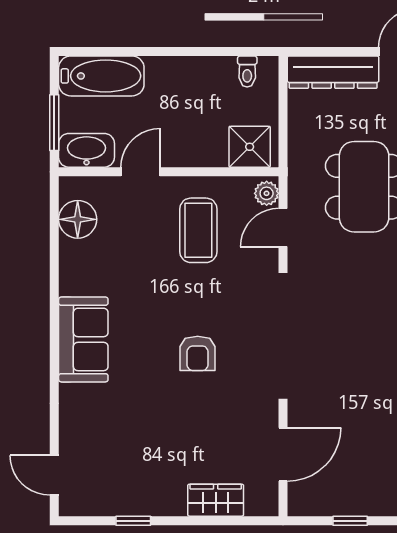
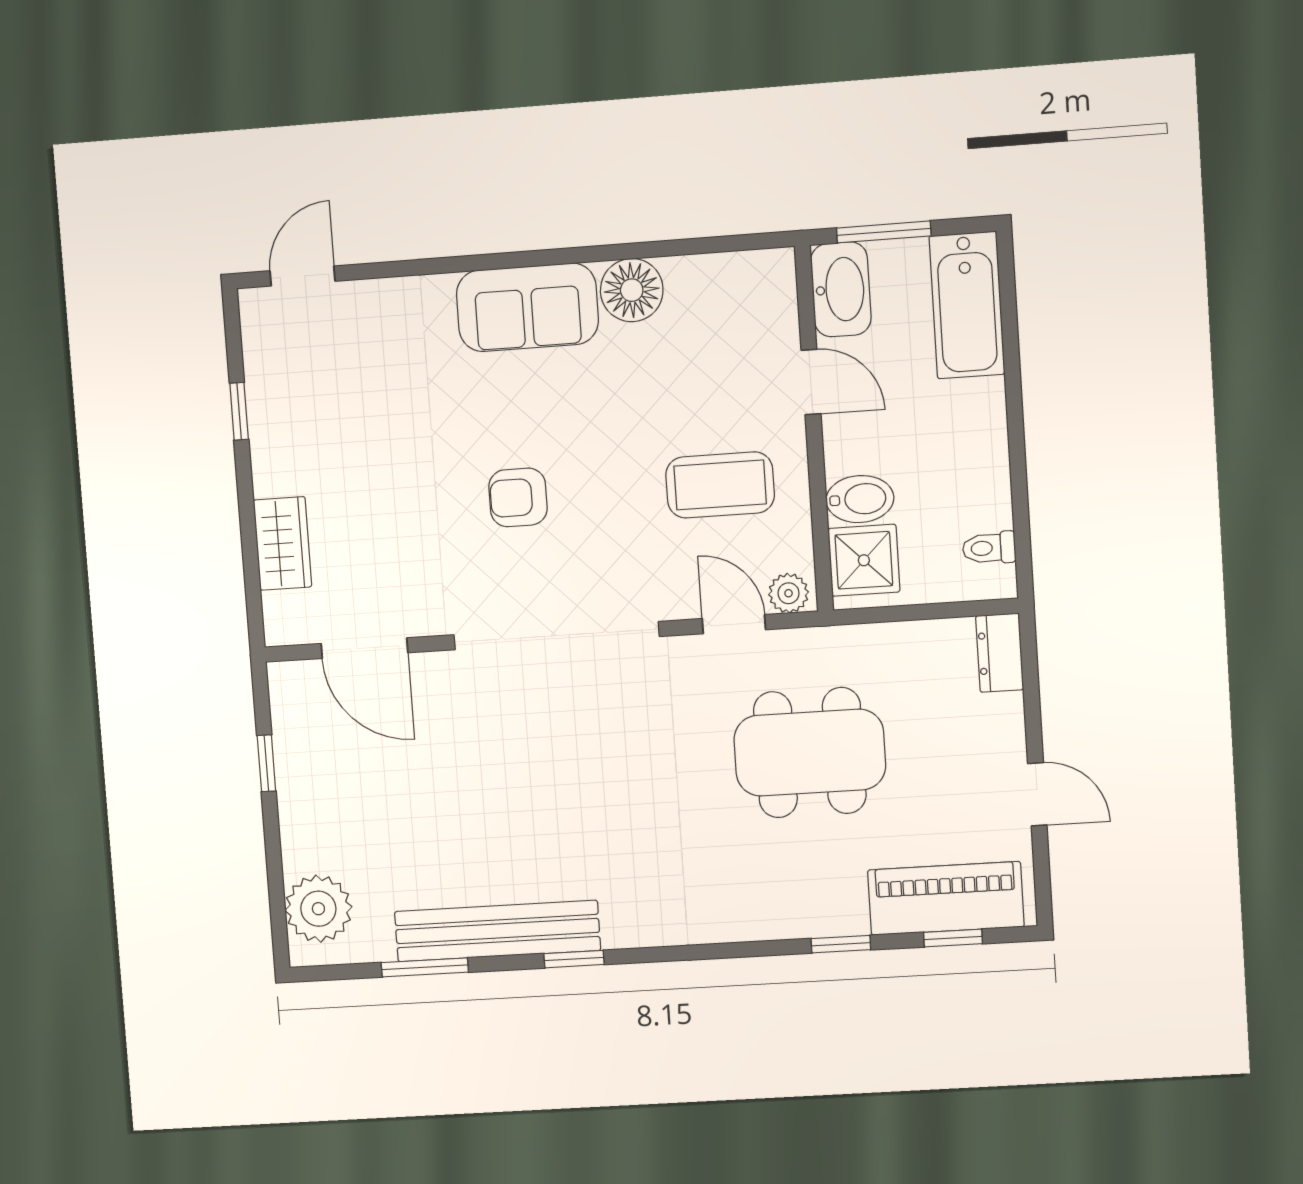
dresser: (333, 72) -> (1000, 653), width x0.51, depth x0.80
bidet: (213, 147) -> (860, 499), added
floor lamp: (78, 219) -> (632, 290), moved

